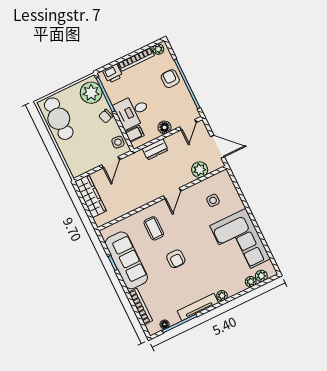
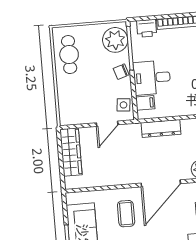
cafe table: (59, 119) -> (69, 55), width x0.73, depth x0.74
floor lamp: (165, 127) -> (180, 109), removed
dresser: (155, 149) -> (161, 129), width x1.44
door: (172, 193) -> (161, 183), width x1.88

